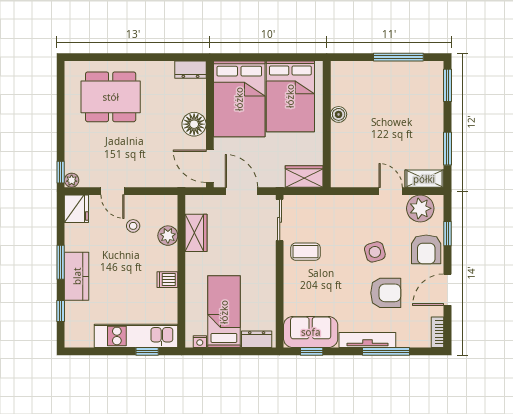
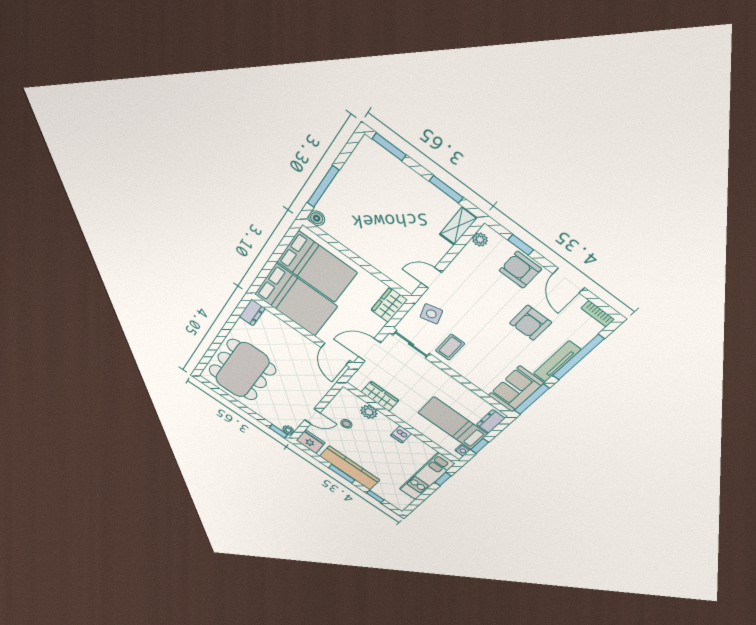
window: (398, 57) -> (323, 187), moved
dining table: (111, 97) -> (242, 370), width x1.36, depth x1.24
boiler: (339, 114) -> (317, 218), moved
floor lamp: (194, 124) -> (296, 340), removed
door: (210, 166) -> (336, 354), hinge flipped
door: (391, 191) -> (431, 278), moved
plant: (420, 208) -> (480, 240), width x0.53, depth x0.53
armchair: (426, 249) -> (520, 270), turned 180
side table: (375, 252) -> (431, 314), moved
kitchen counter: (77, 276) -> (350, 468), width x1.50
armchair: (386, 293) -> (531, 323), turned 180
window: (219, 351) -> (480, 446), added
window: (312, 351) -> (531, 399), width x2.17
window: (386, 351) -> (578, 357), width x1.46

